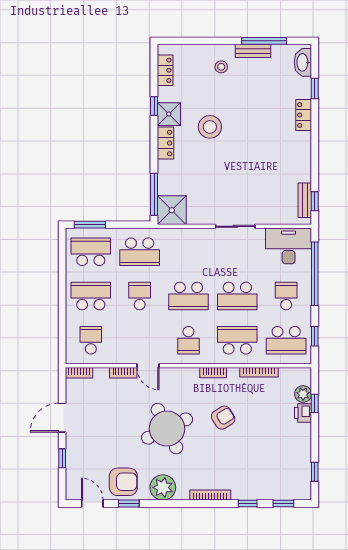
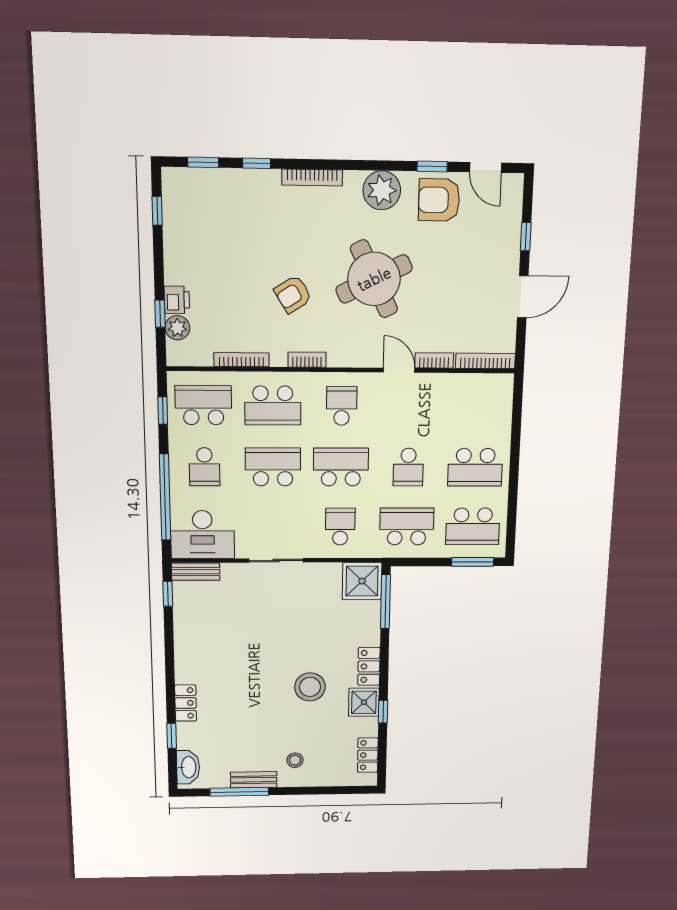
bench: (305, 200) -> (196, 572), moved, turned 90
school desk: (91, 340) -> (340, 527), moved, turned 180
bookcase: (79, 373) -> (485, 361), width x1.56

